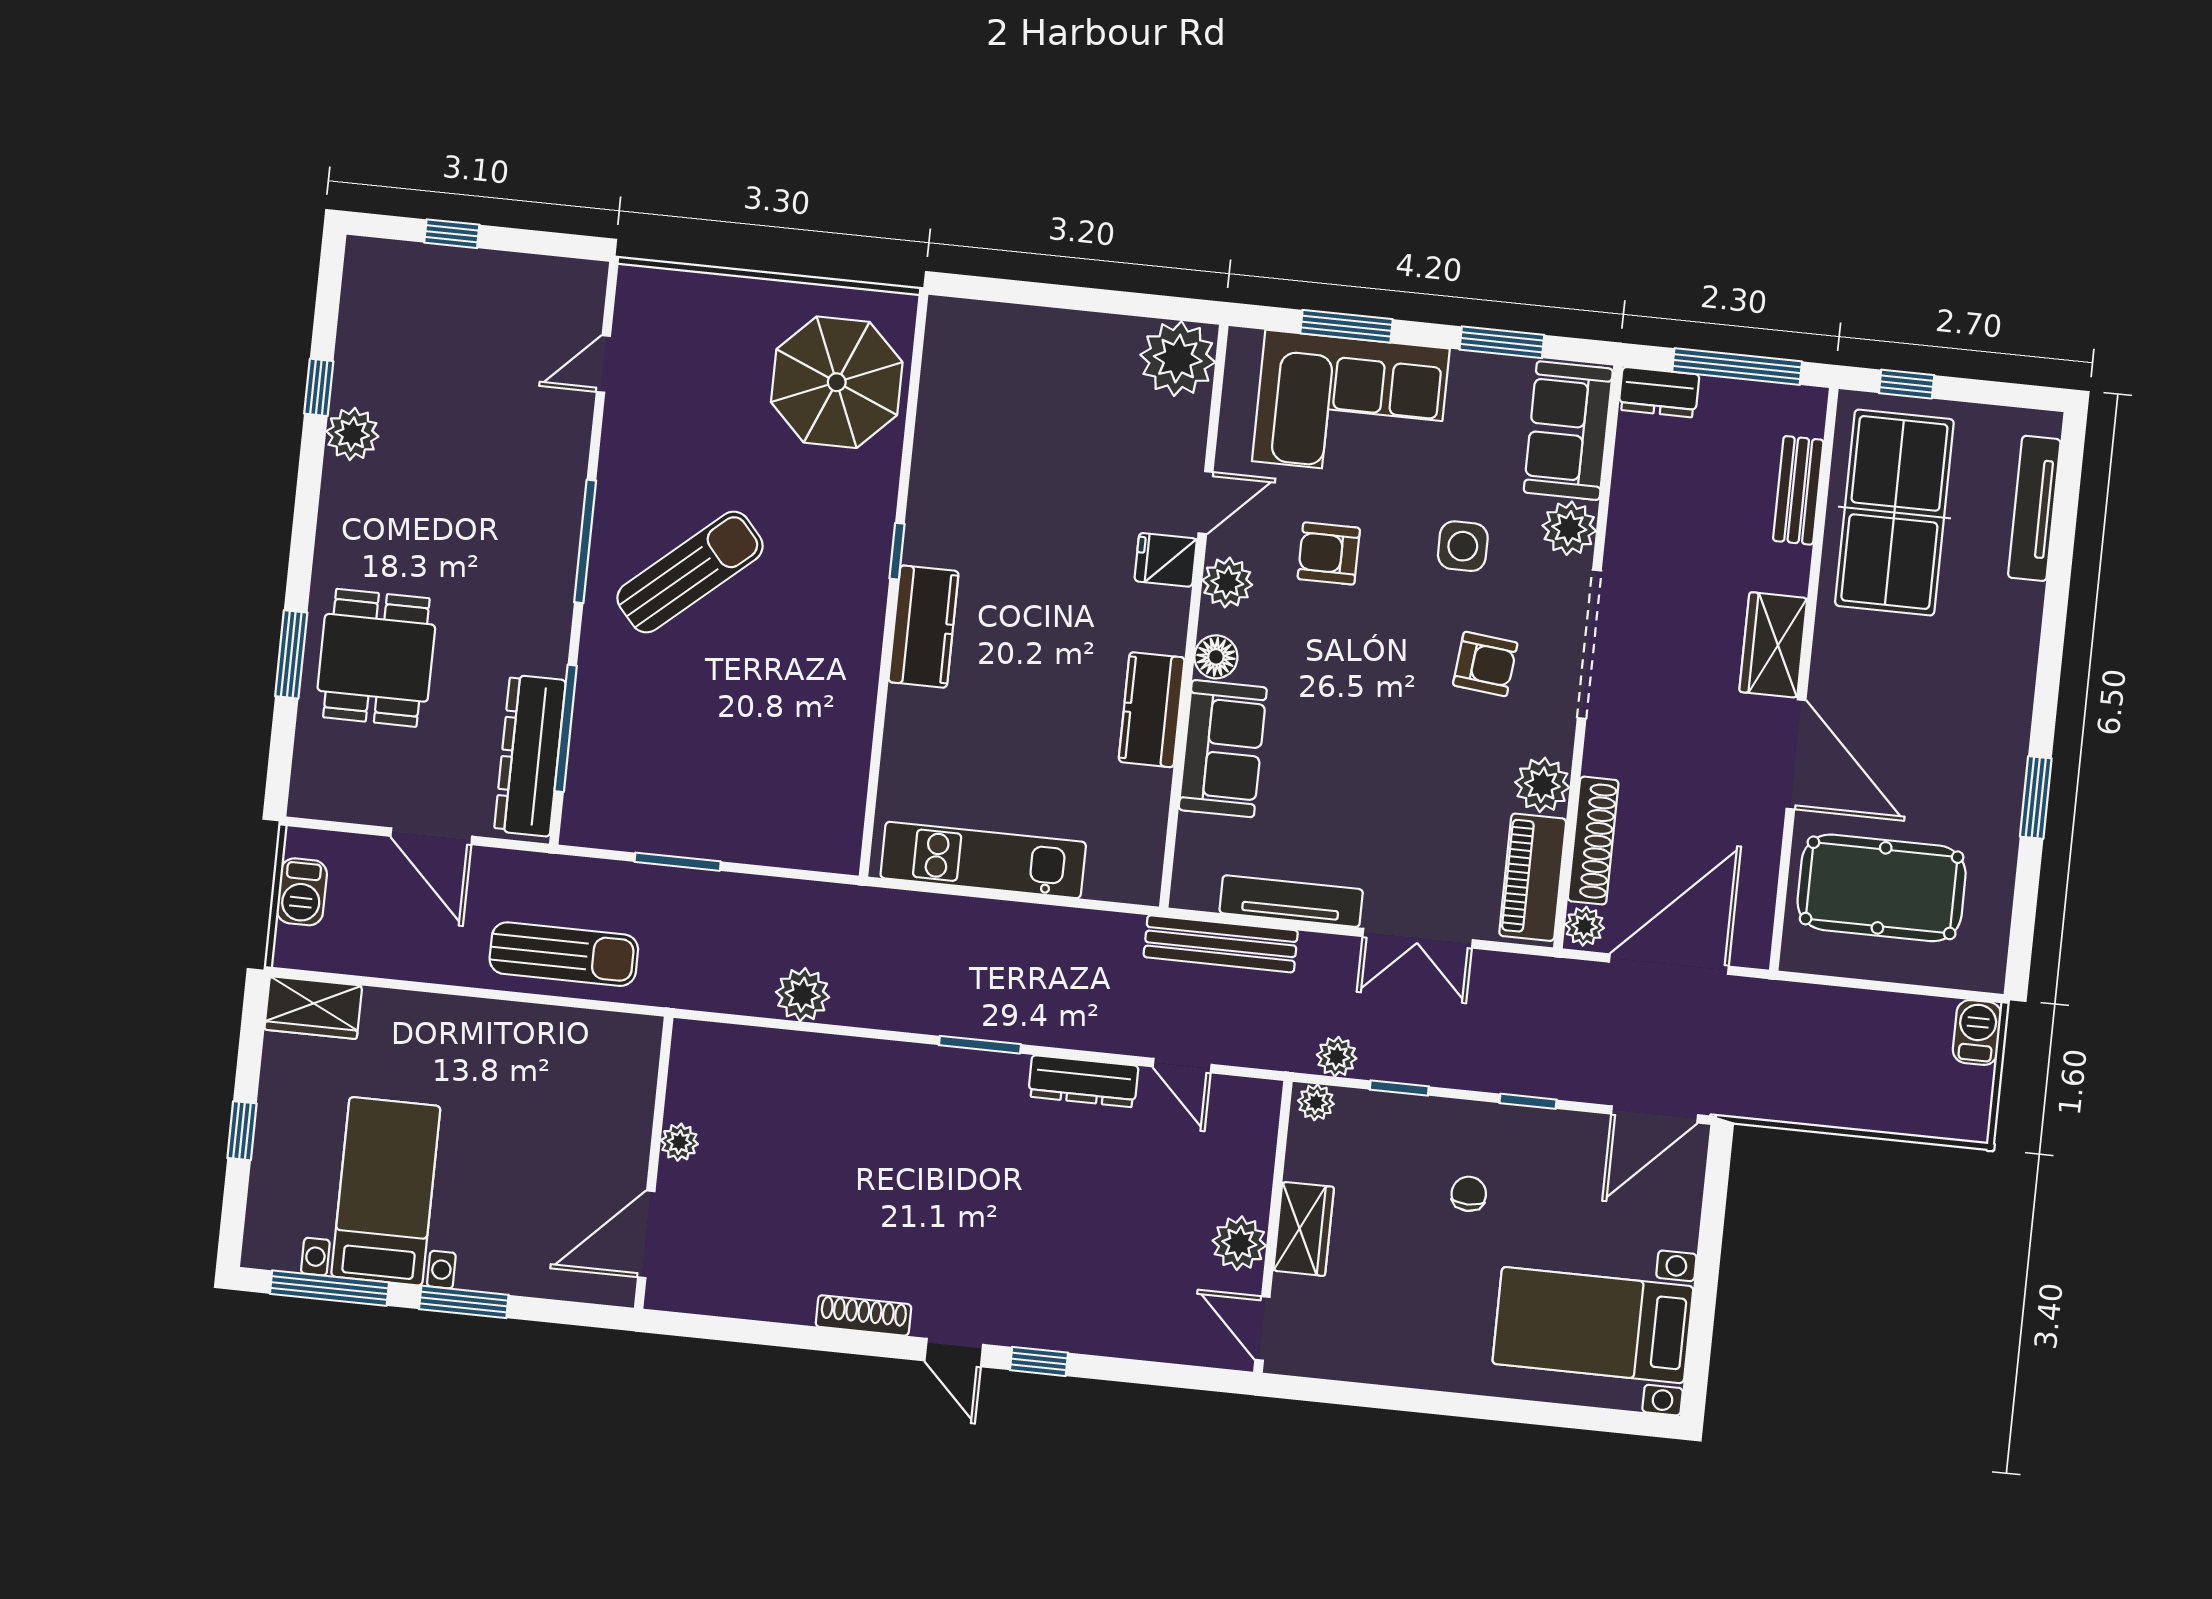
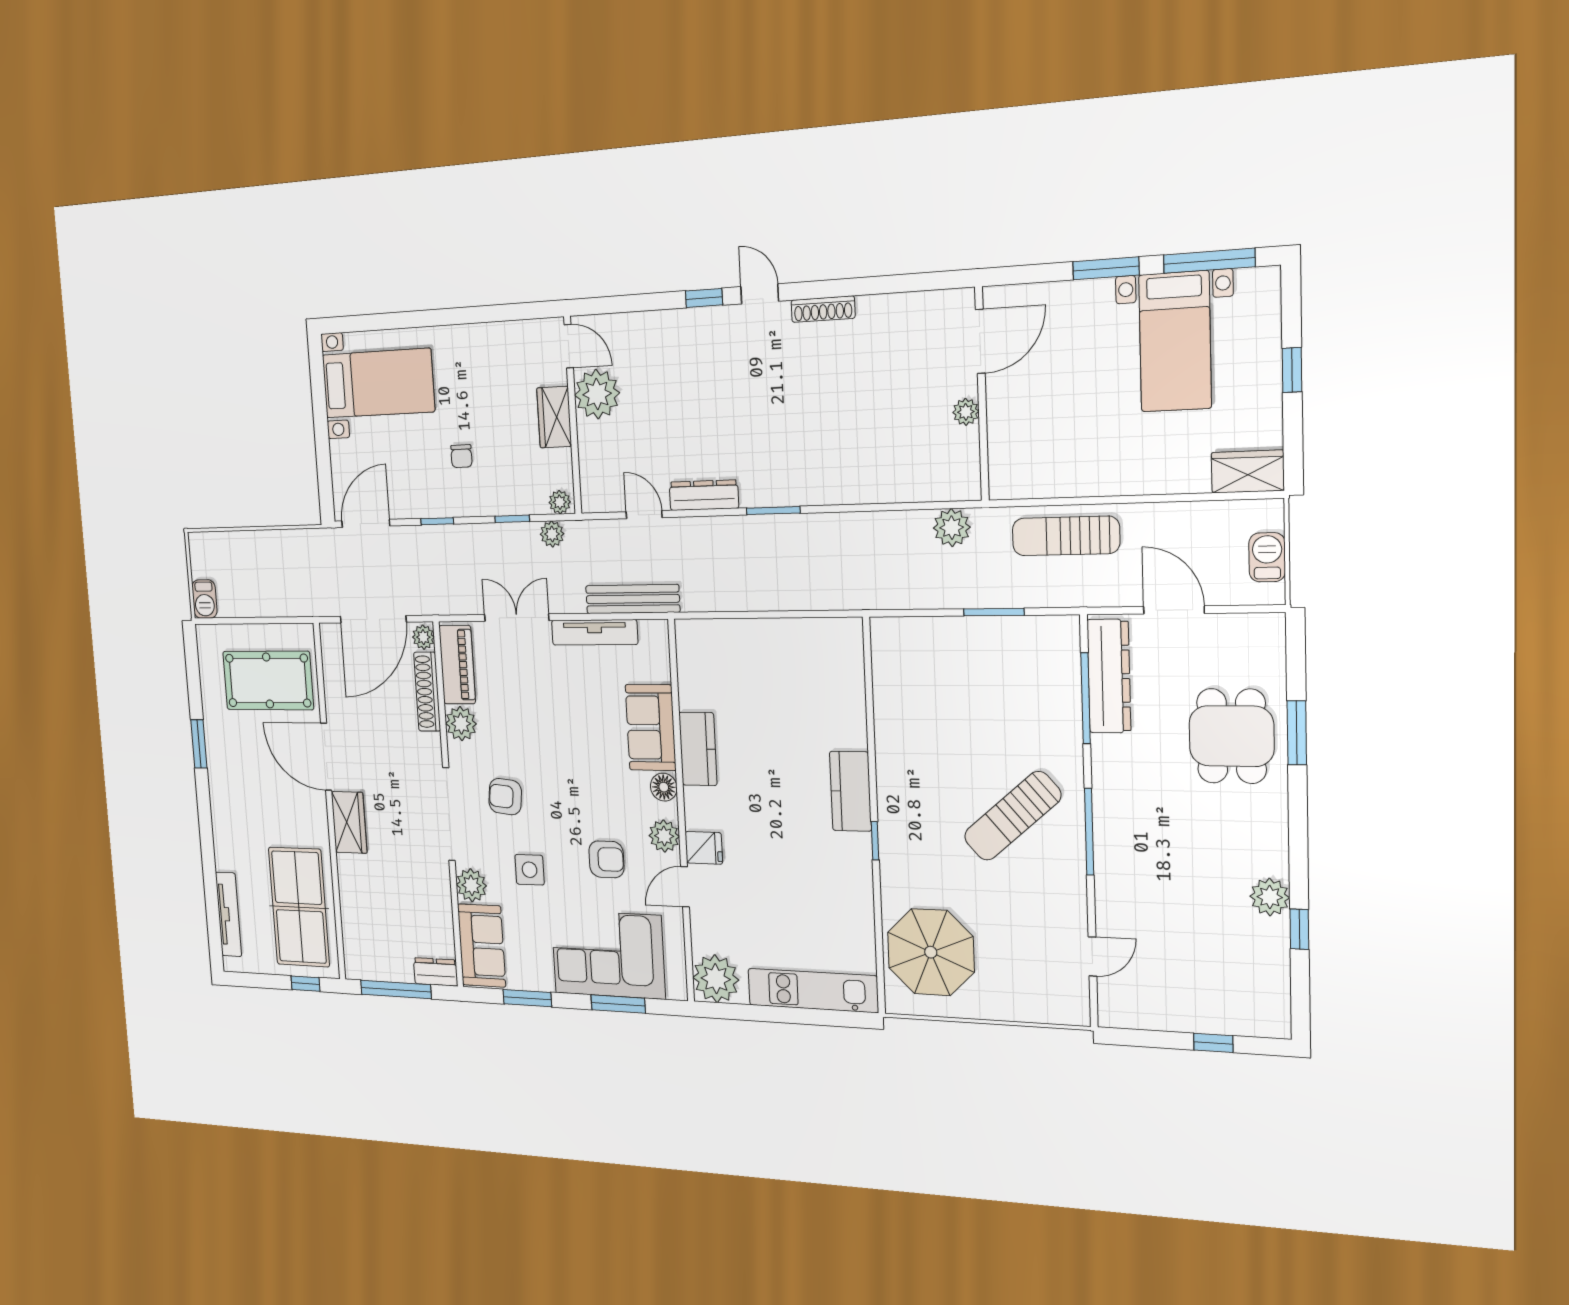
bench: (1798, 490) -> (351, 917), removed
kitchen unit: (983, 860) -> (813, 991), moved, turned 180
plant: (803, 995) -> (952, 528), moved
plant: (1239, 1243) -> (597, 394), width x1.36, depth x1.36

